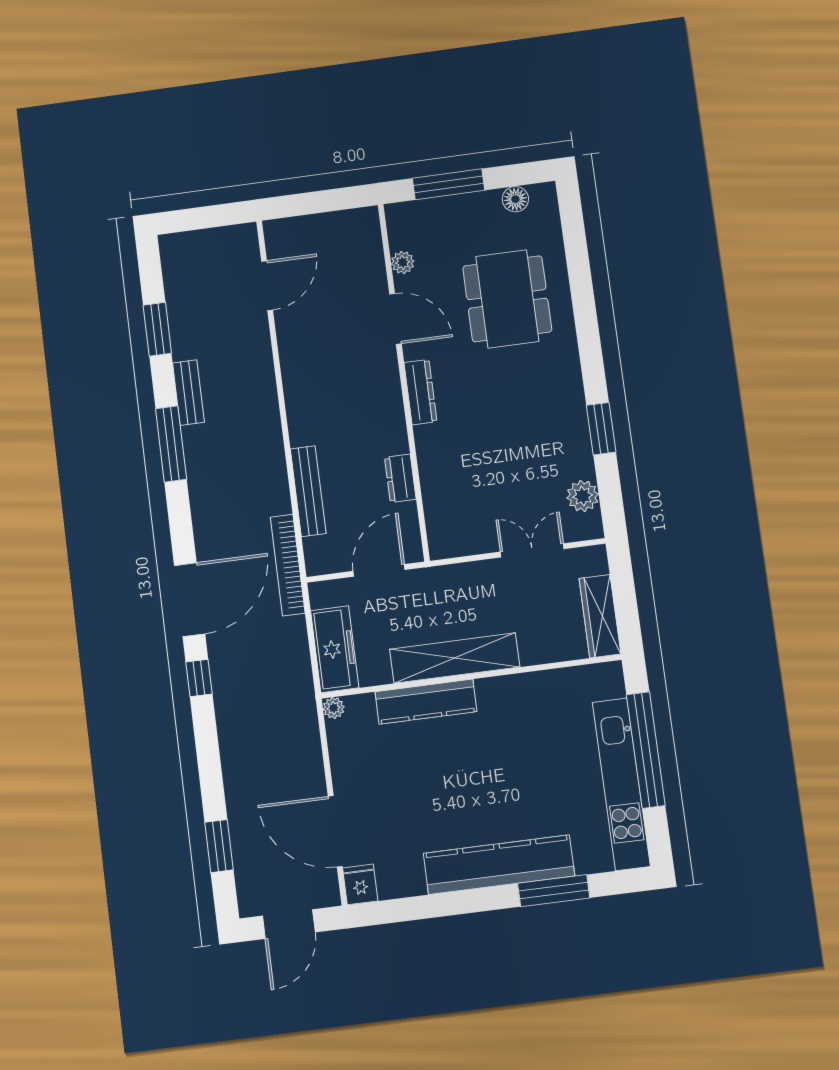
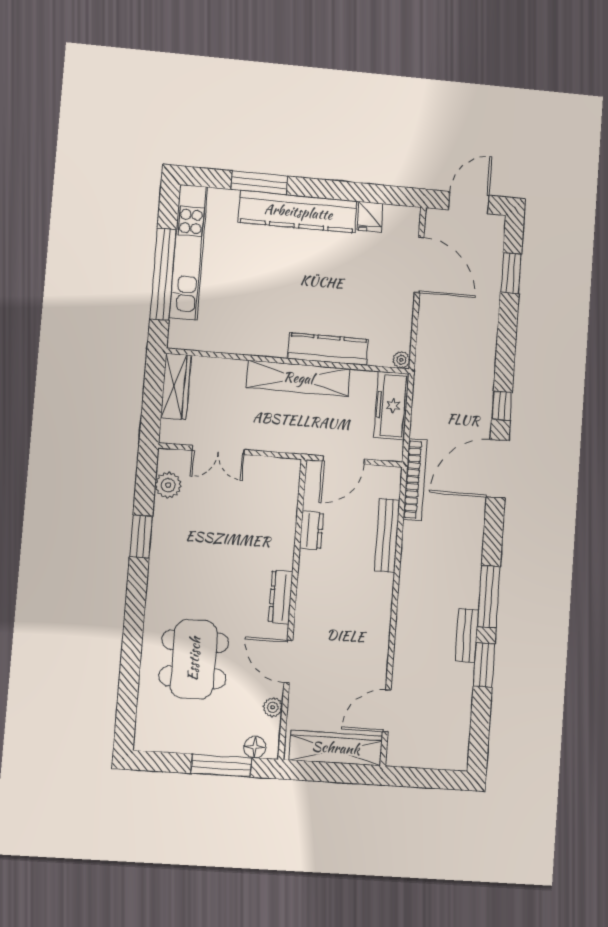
floor lamp: (515, 199) -> (255, 747), moved
wardrobe: (319, 231) -> (336, 748), added
window: (157, 329) -> (484, 665), moved
fridge: (360, 884) -> (370, 217), moved

